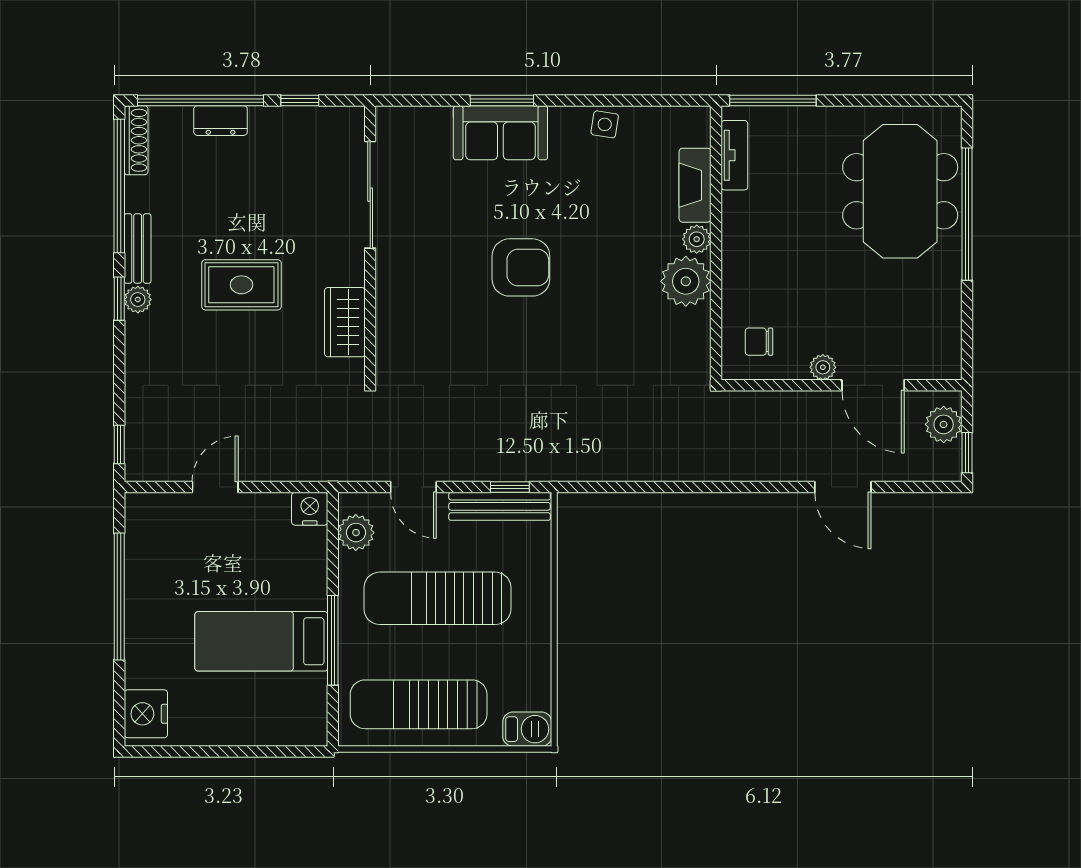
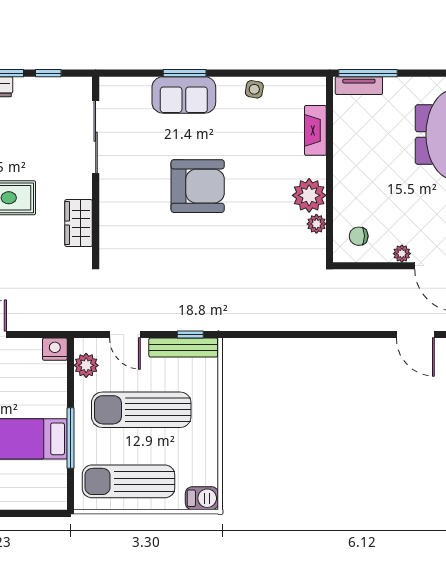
tv unit: (734, 155) -> (359, 86), moved, turned 90
plant: (697, 239) -> (316, 224), moved
armchair: (521, 267) -> (198, 186), width x1.36, depth x1.36

